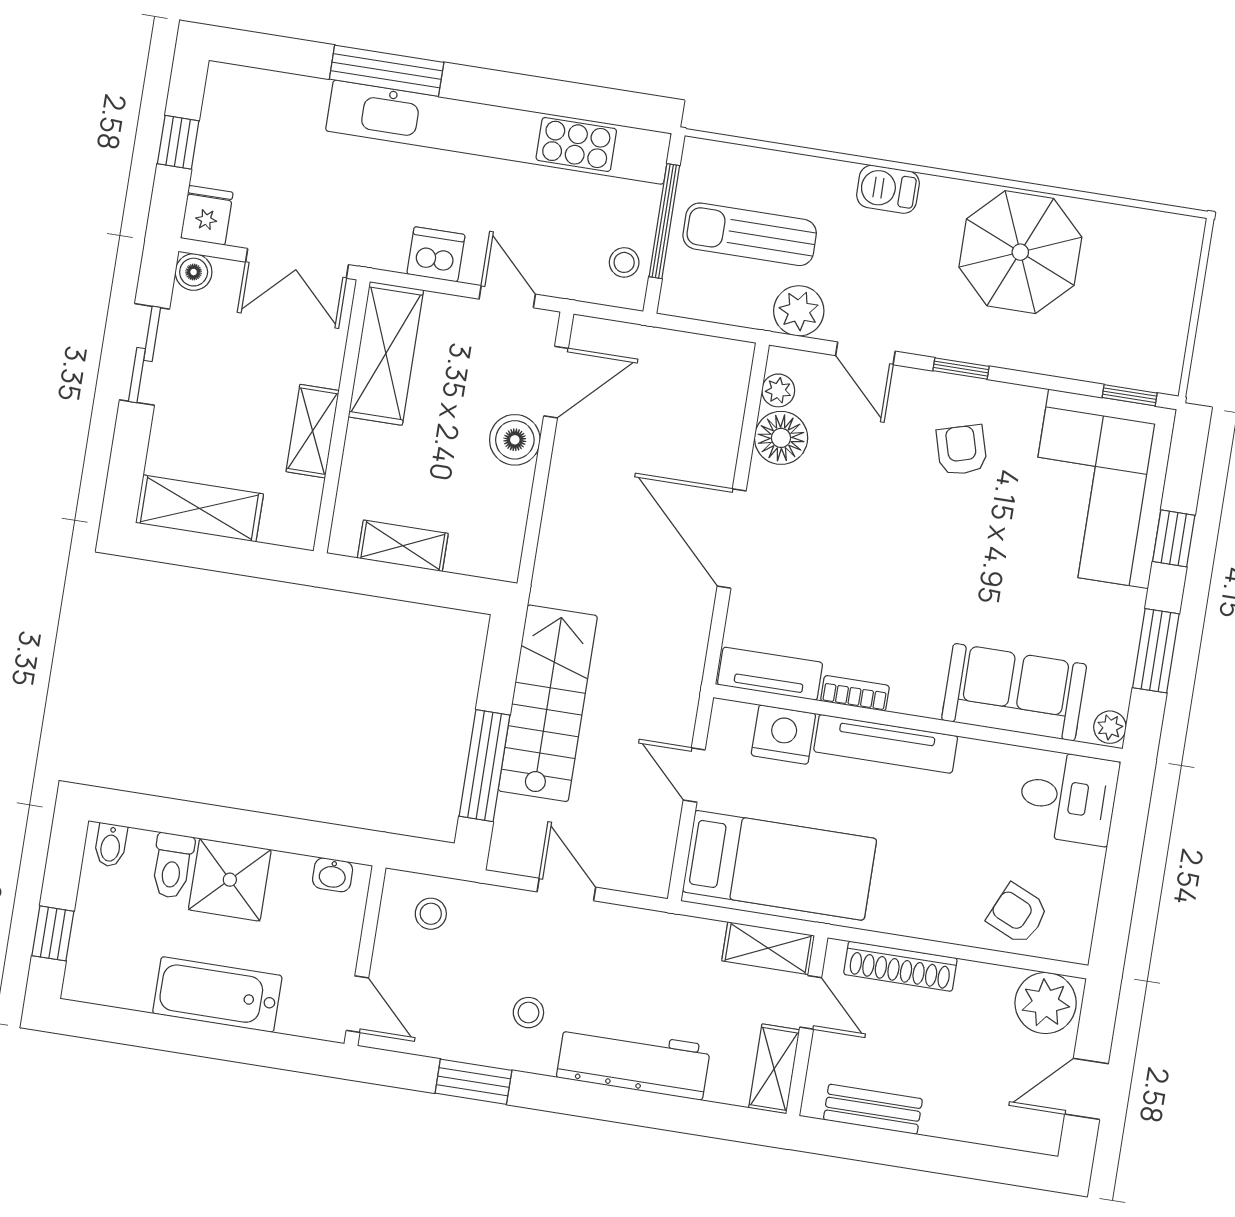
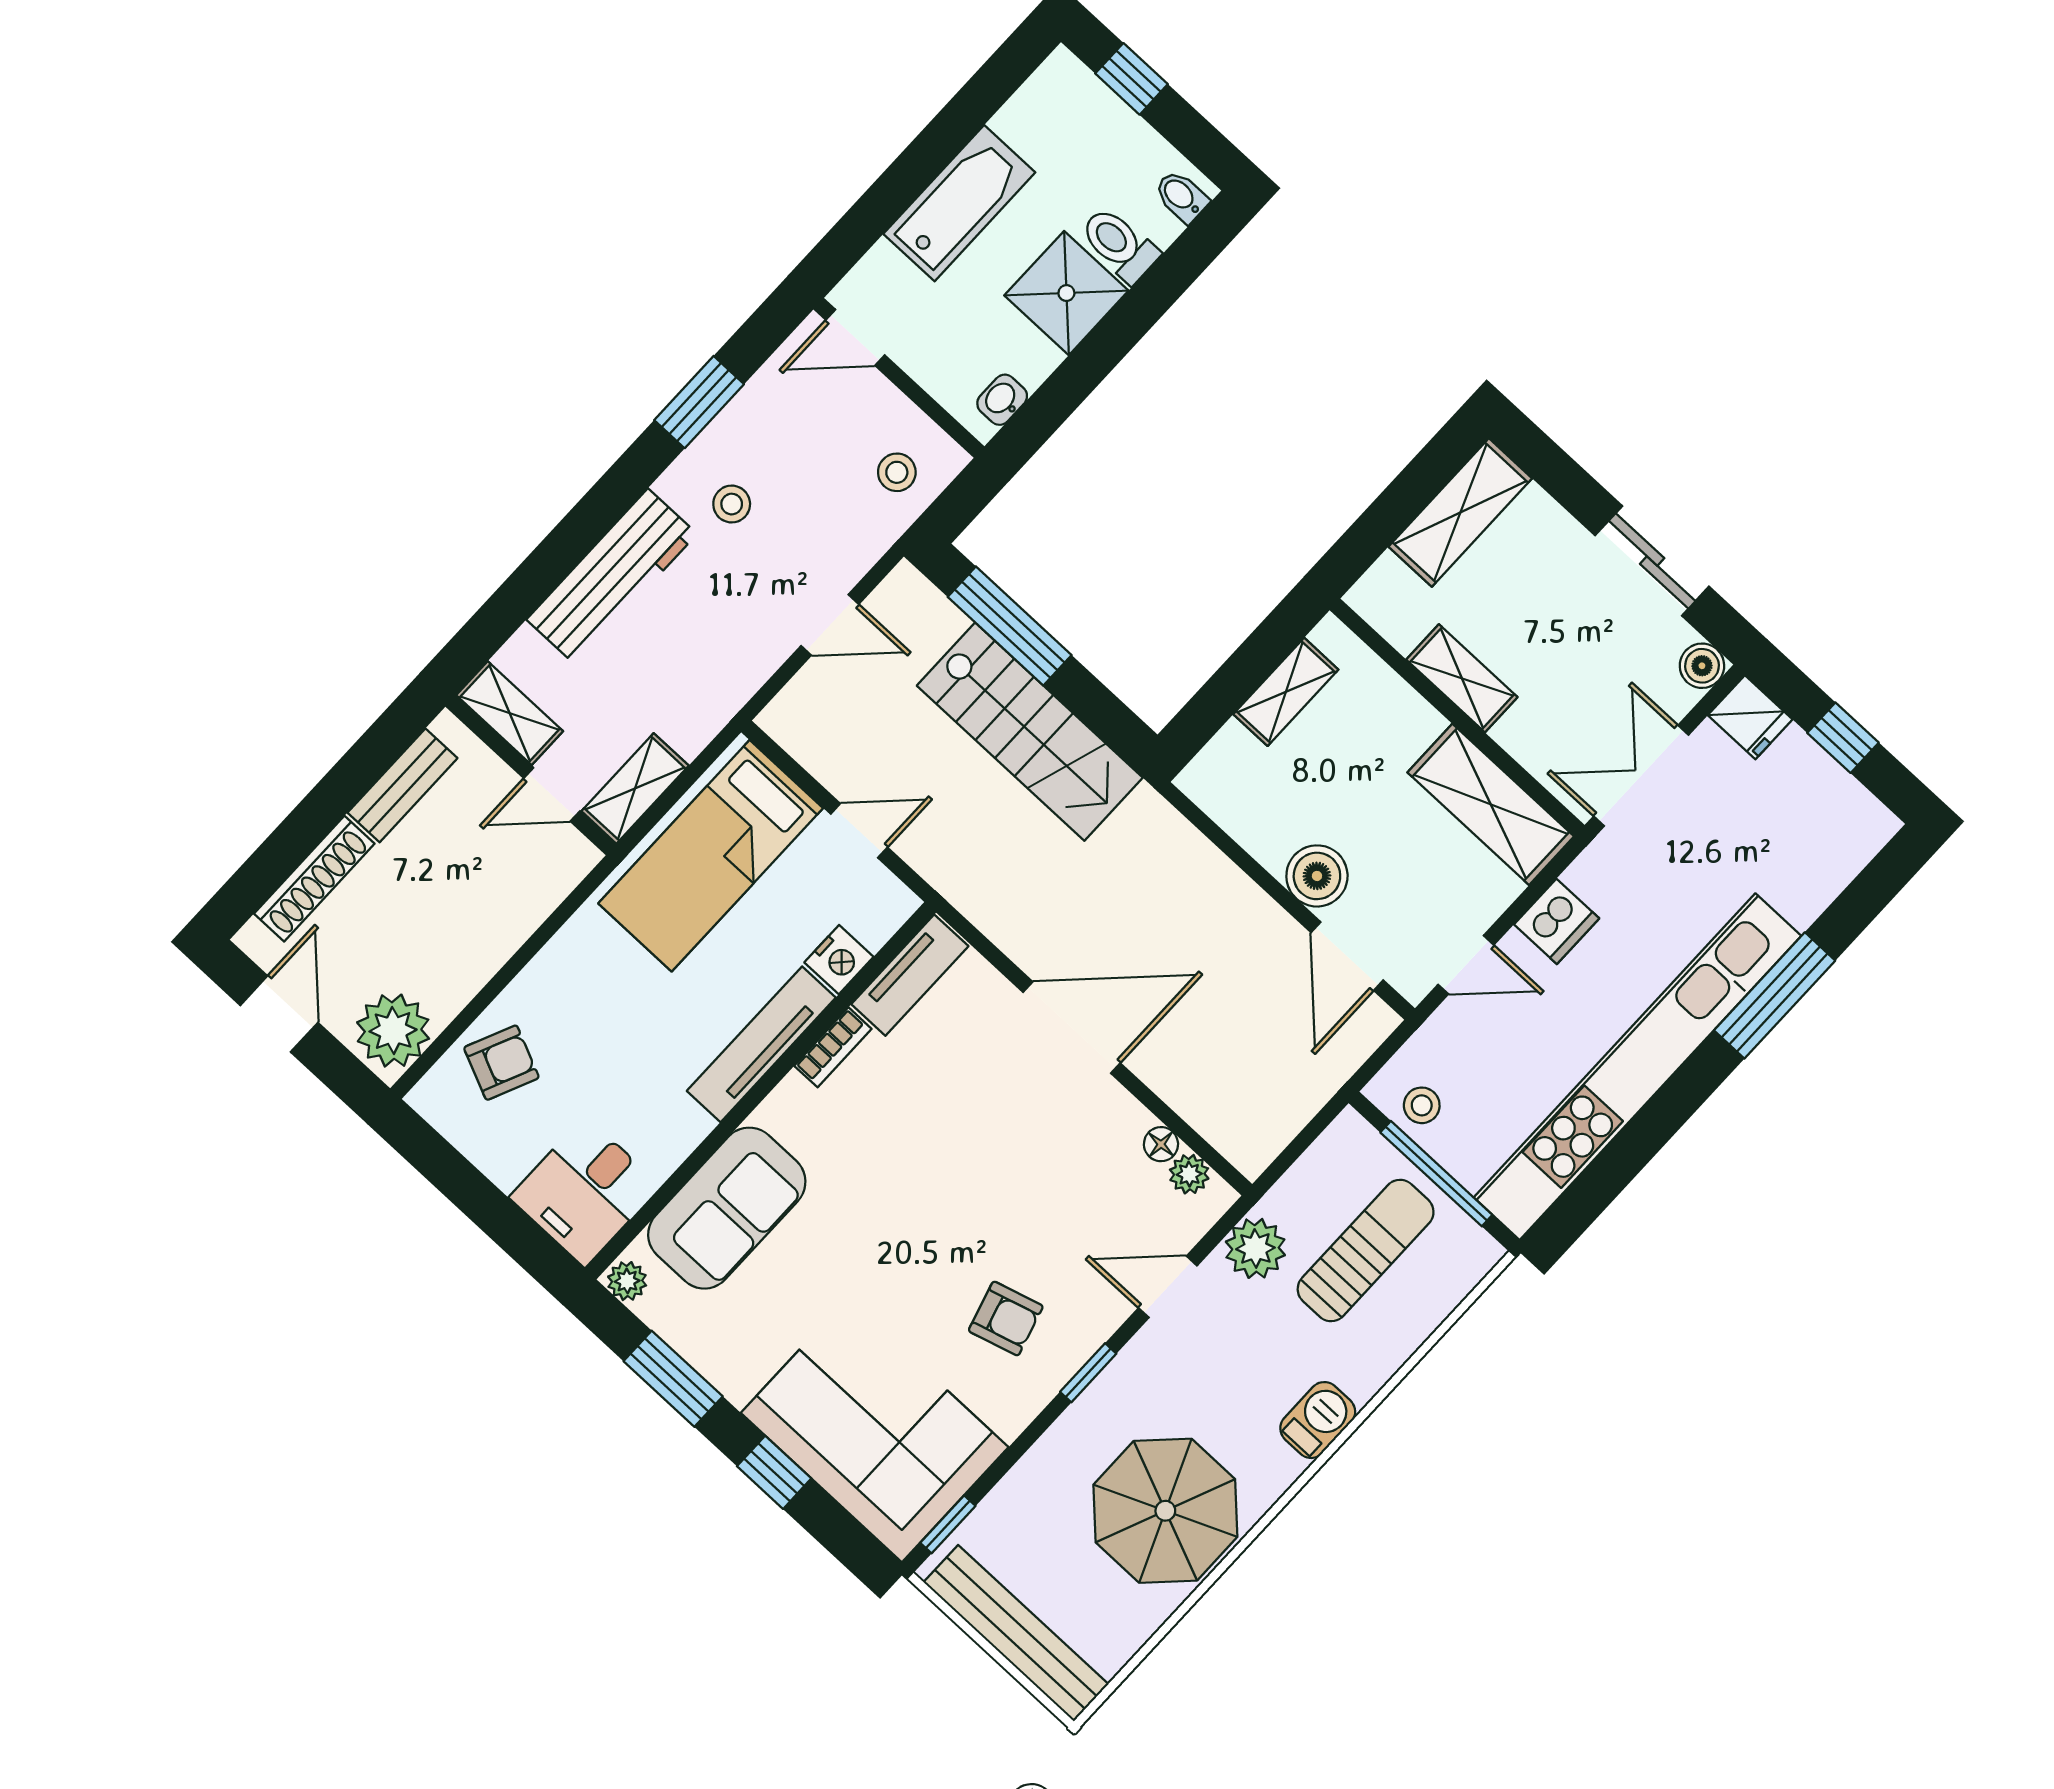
bench: (1173, 298) -> (1016, 1633), added
floor lamp: (781, 438) -> (1161, 1144), width x0.53, depth x0.53
nightstand: (783, 735) -> (839, 960), width x0.74, depth x0.75
shoe rack: (900, 966) -> (314, 879), moved, turned 180

